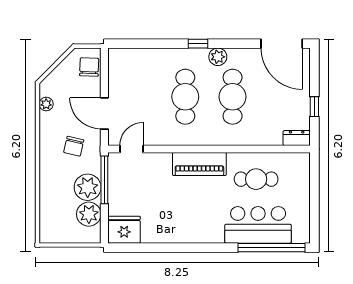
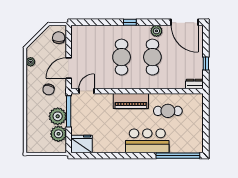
plant: (218, 57) -> (156, 31), moved
door: (104, 113) -> (69, 68), hinge flipped
bar counter: (258, 225) -> (147, 141), moved

